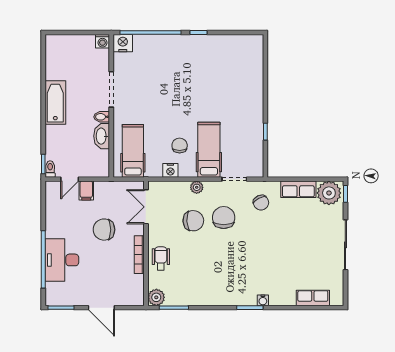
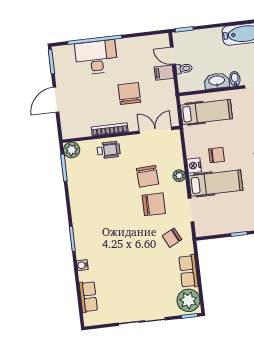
toilet: (50, 169) -> (184, 69), moved
nightstand: (170, 170) -> (194, 165), moved
water cooler: (263, 300) -> (82, 265), moved

